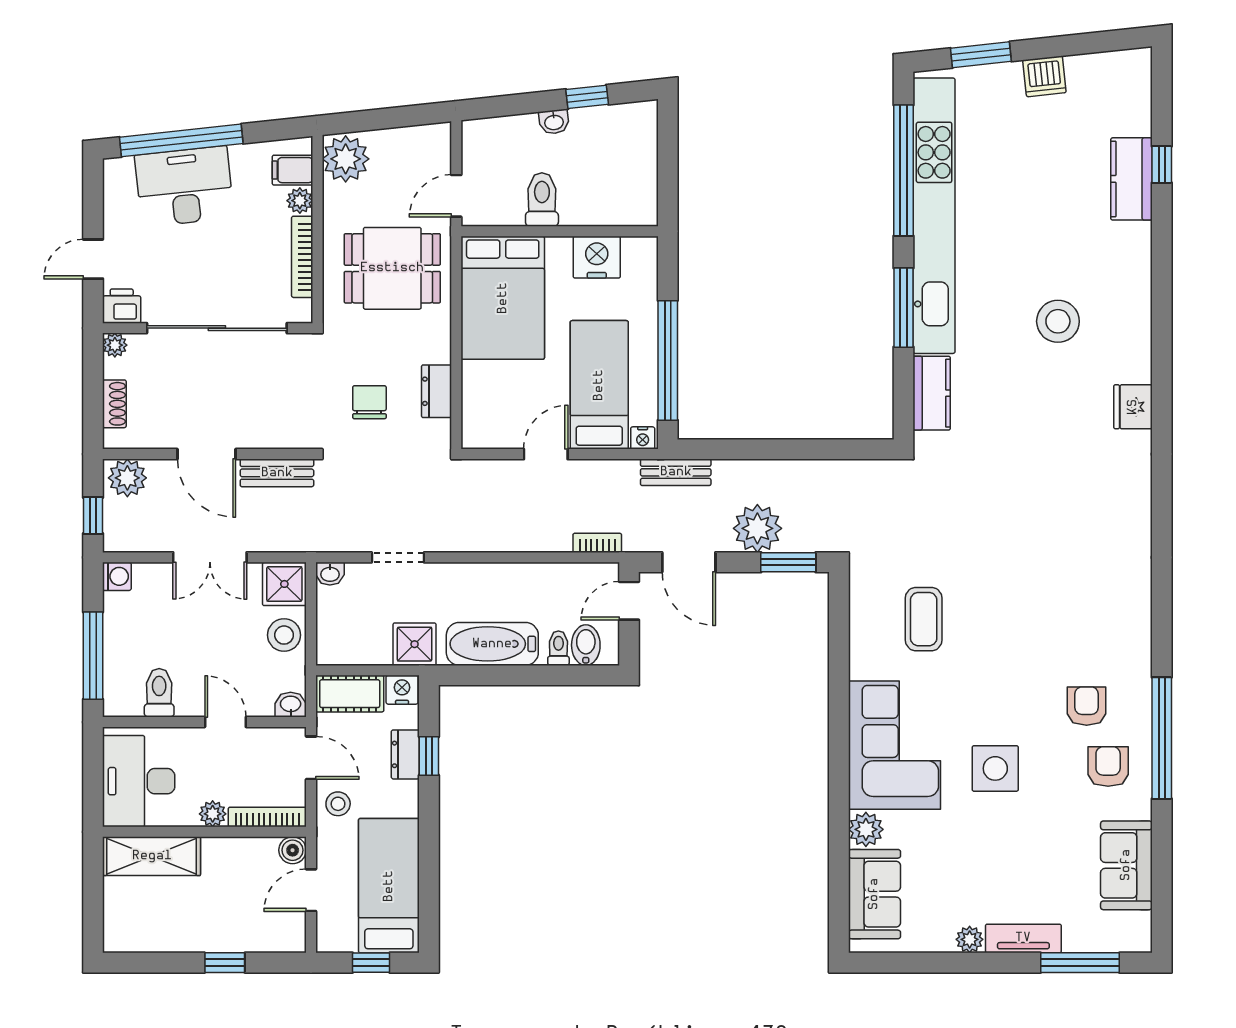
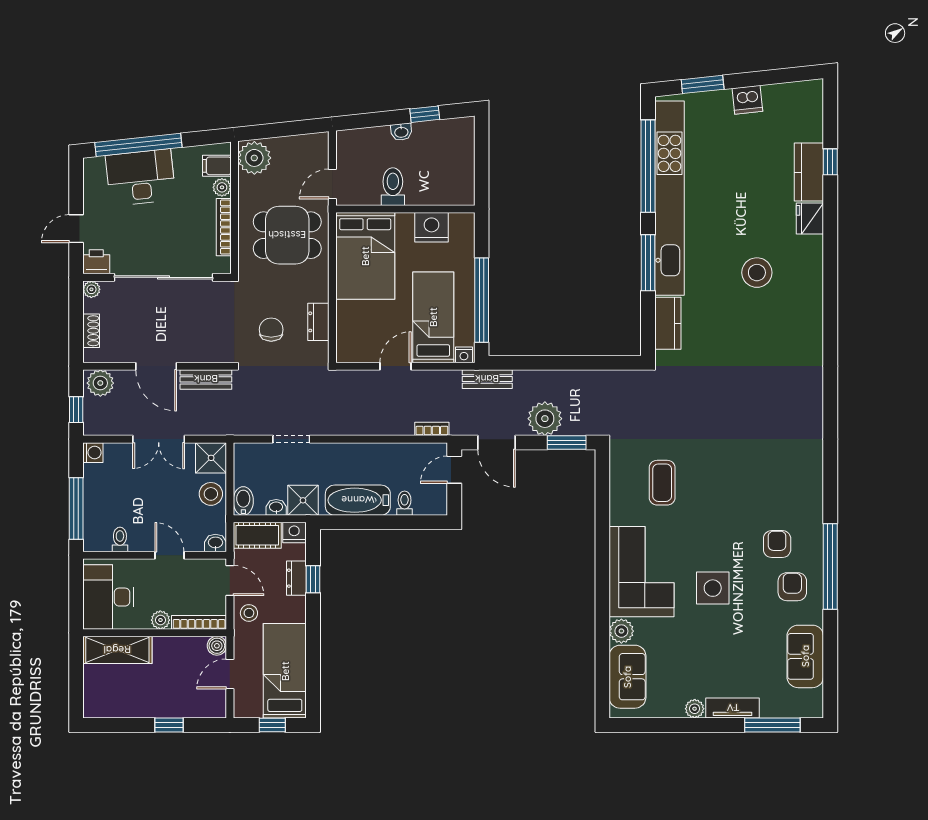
fridge: (1133, 407) -> (810, 219), moved
washbasin: (330, 574) -> (276, 507), moved, turned 180
bidet: (586, 645) -> (243, 501), moved
toilet: (159, 693) -> (120, 539), width x0.73, depth x0.72

